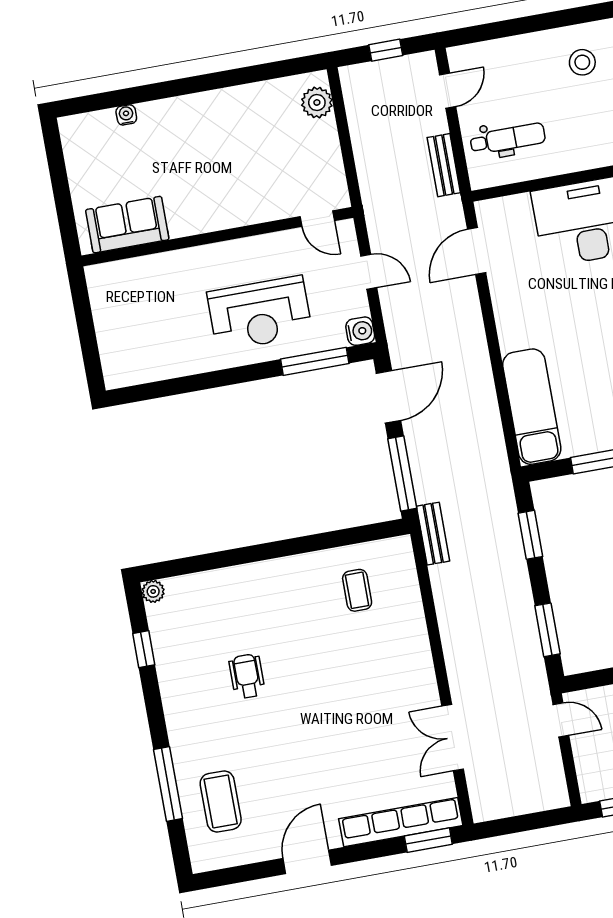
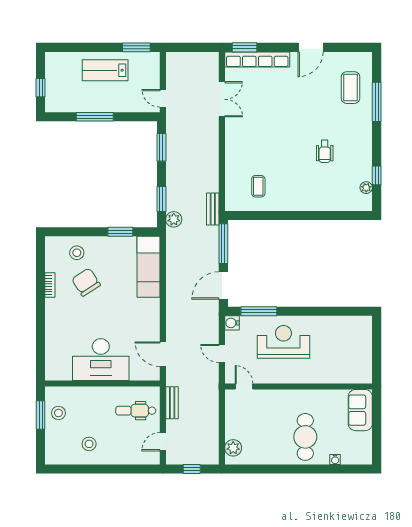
cafe table: (188, 146) -> (305, 437), added
sofa: (127, 225) -> (360, 410), moved, turned 90
door: (477, 251) -> (163, 354), swing flipped
plant: (501, 502) -> (174, 219), added
plant: (153, 591) -> (366, 188), moved

